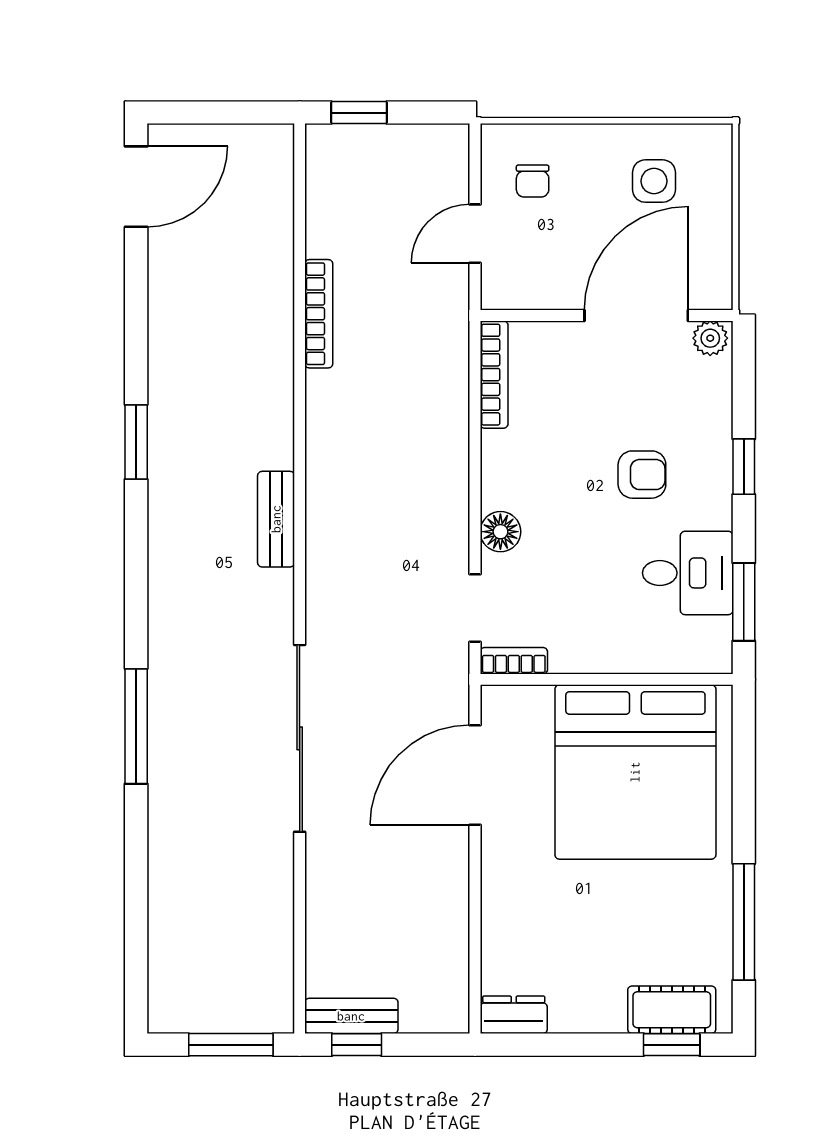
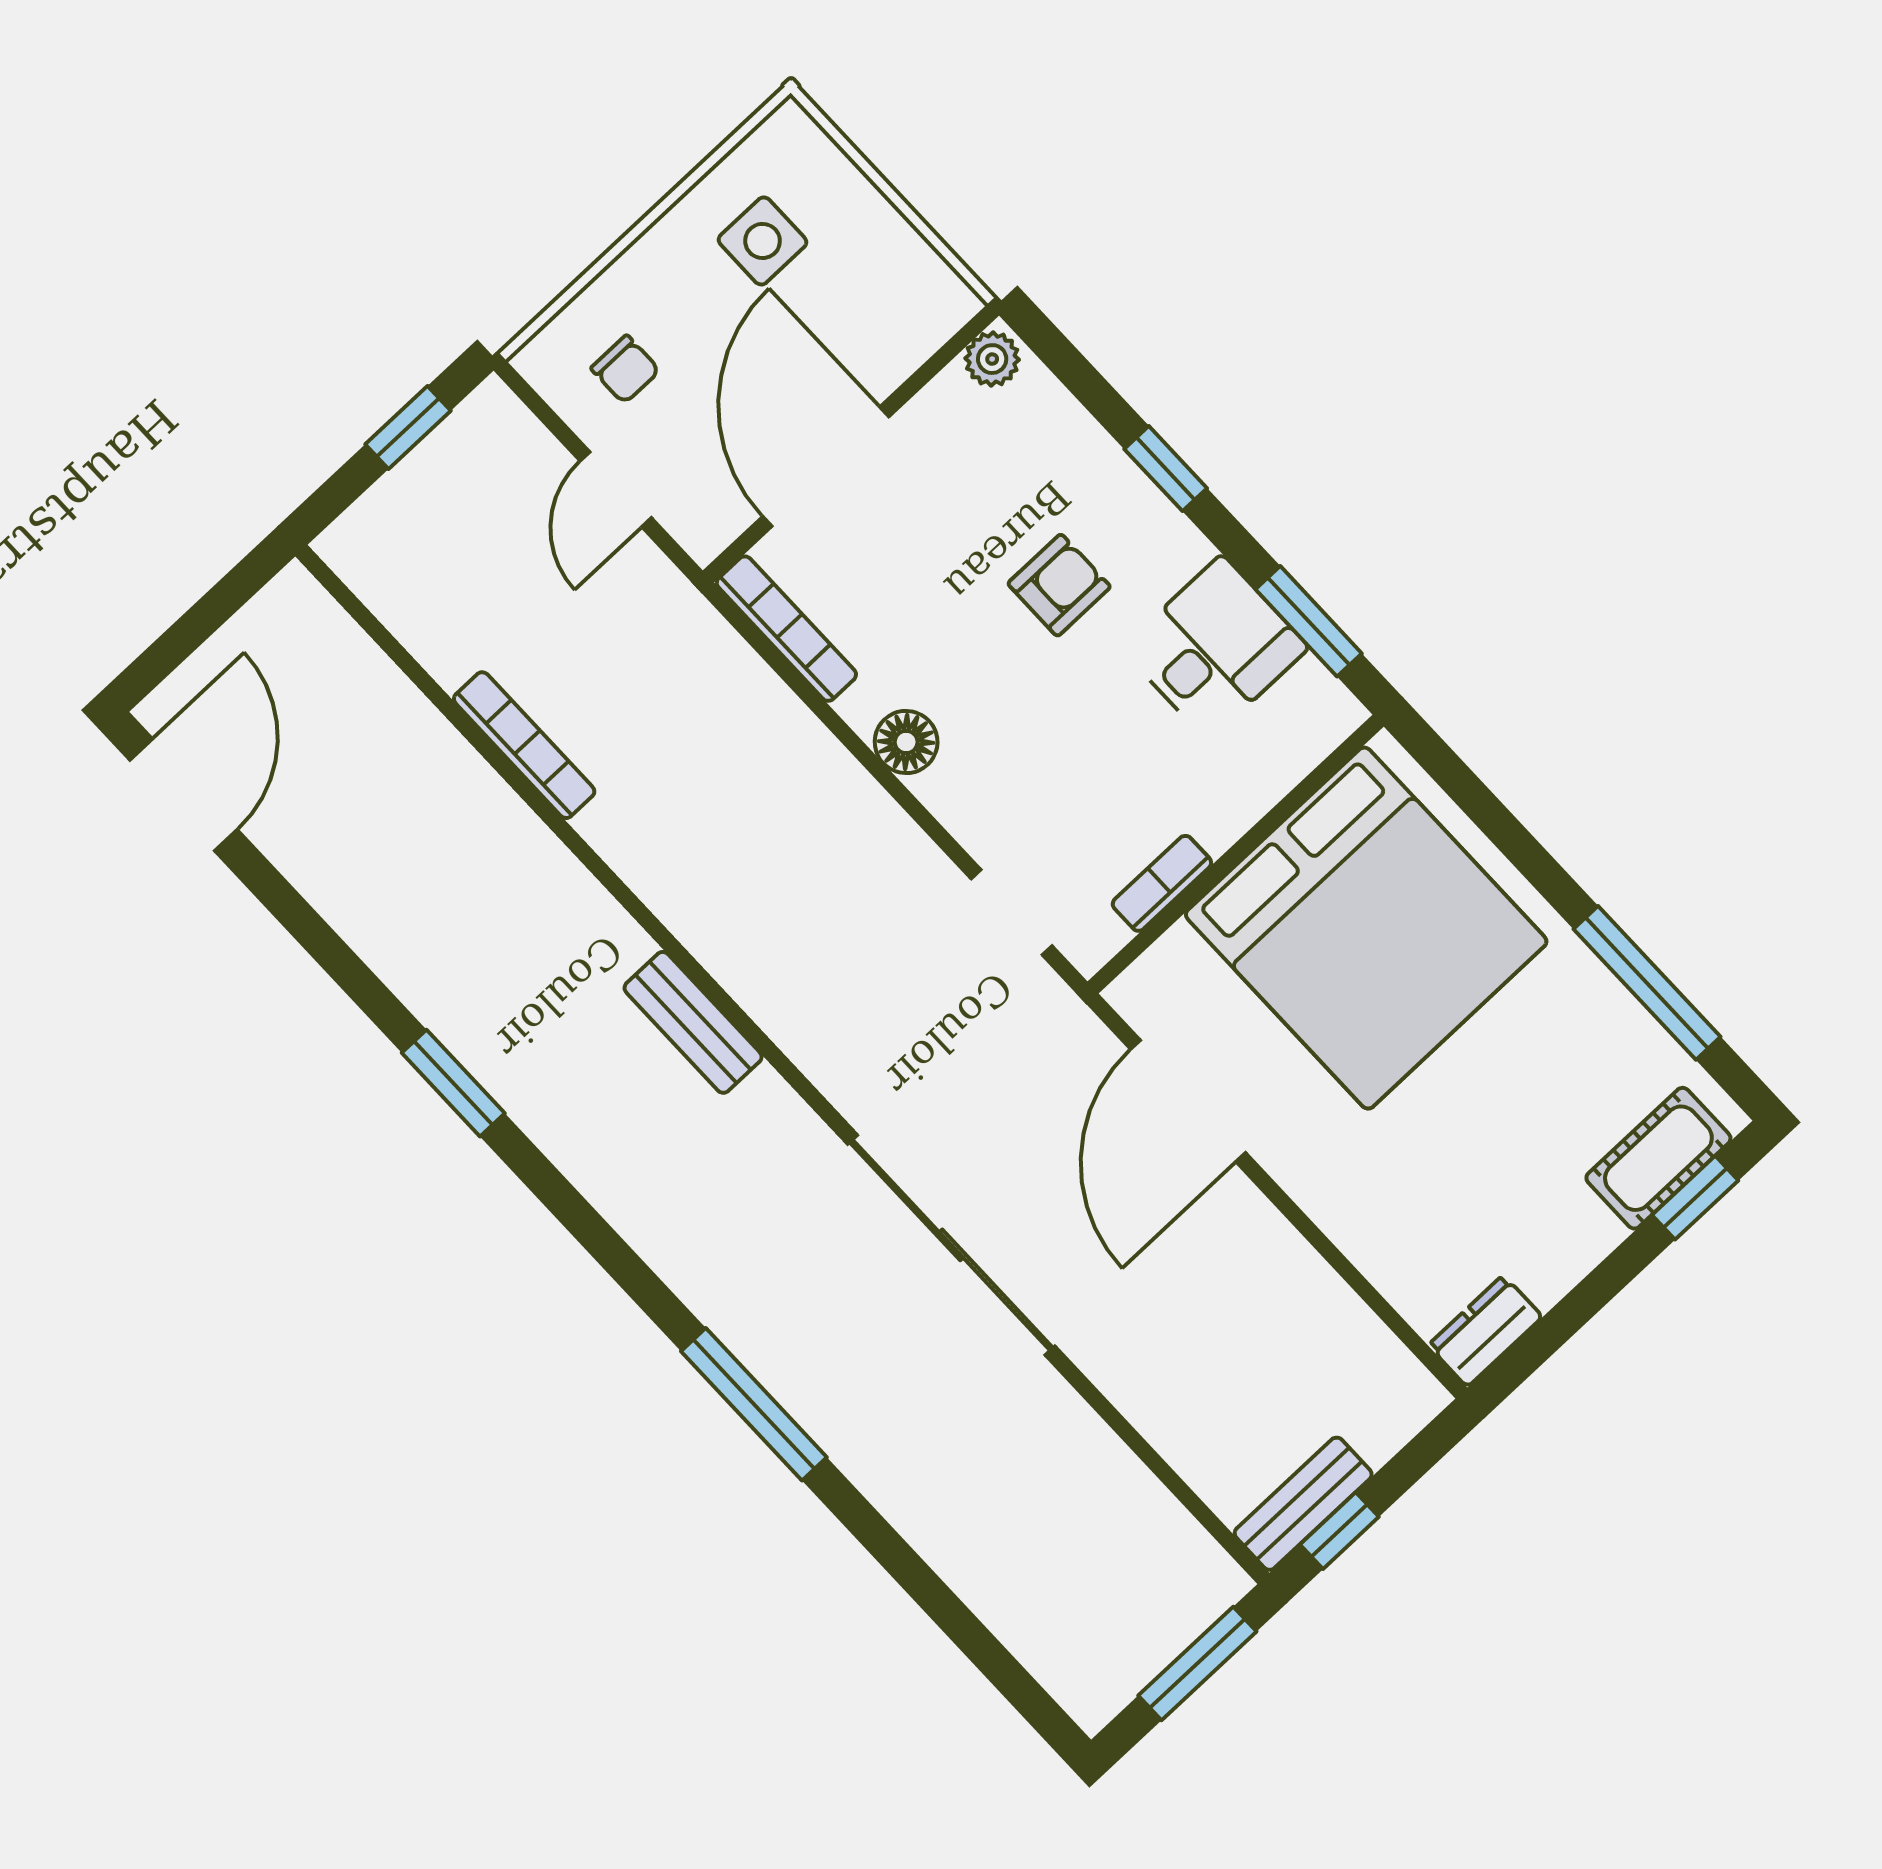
window: (359, 113) -> (408, 428), moved
door: (636, 315) -> (826, 466), moved
floor lamp: (500, 532) -> (906, 742), moved
bookcase: (514, 661) -> (1162, 883), moved

